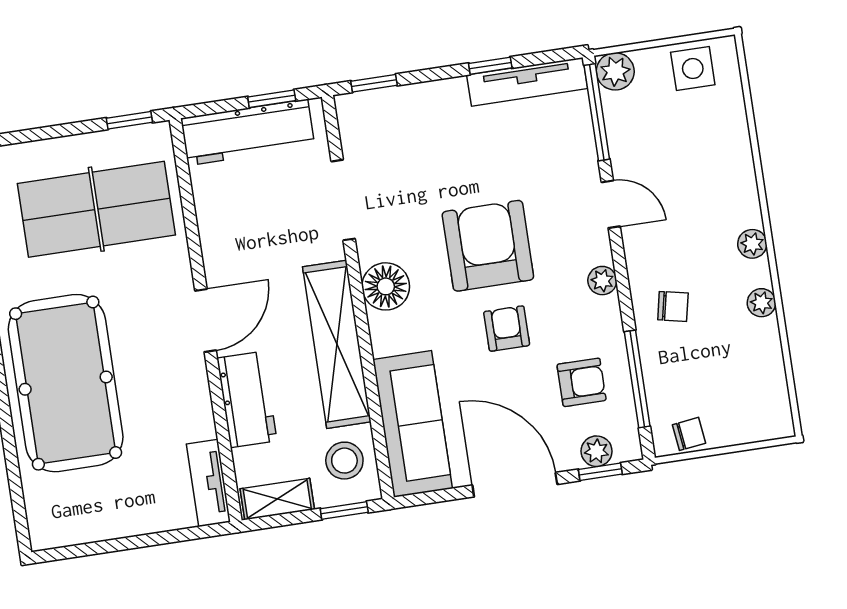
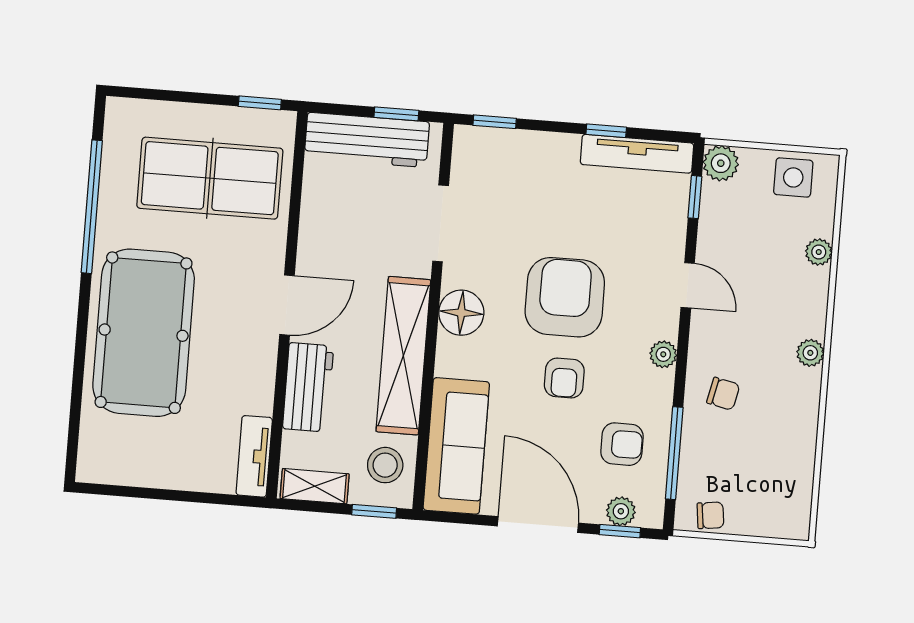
window: (597, 112) -> (695, 197), width x0.46
plant: (761, 303) -> (819, 252), moved
armchair: (507, 329) -> (564, 378), turned 180

